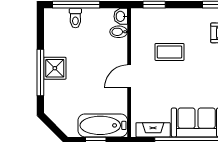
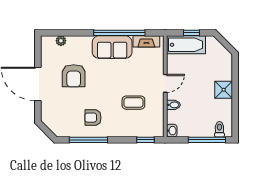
toilet: (75, 18) -> (219, 129), moved
bidet: (119, 32) -> (173, 105), moved
window: (40, 72) -> (235, 86), removed

